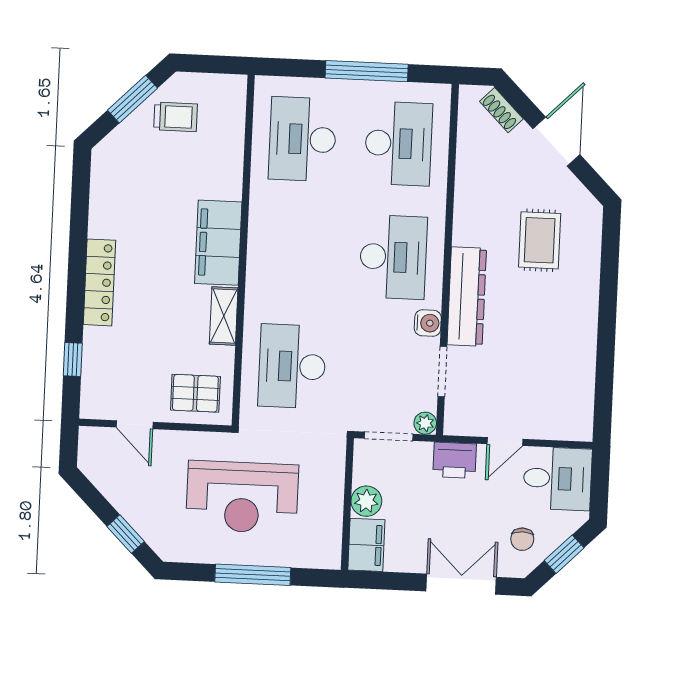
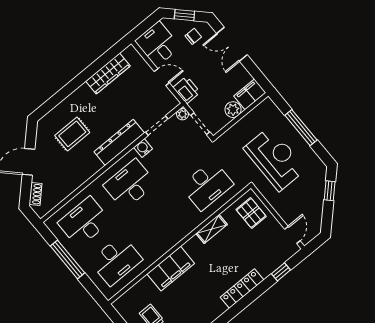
filing cabinet: (218, 243) -> (171, 269), moved
wardrobe: (580, 369) -> (108, 74), added
door: (135, 425) -> (292, 235), moved

